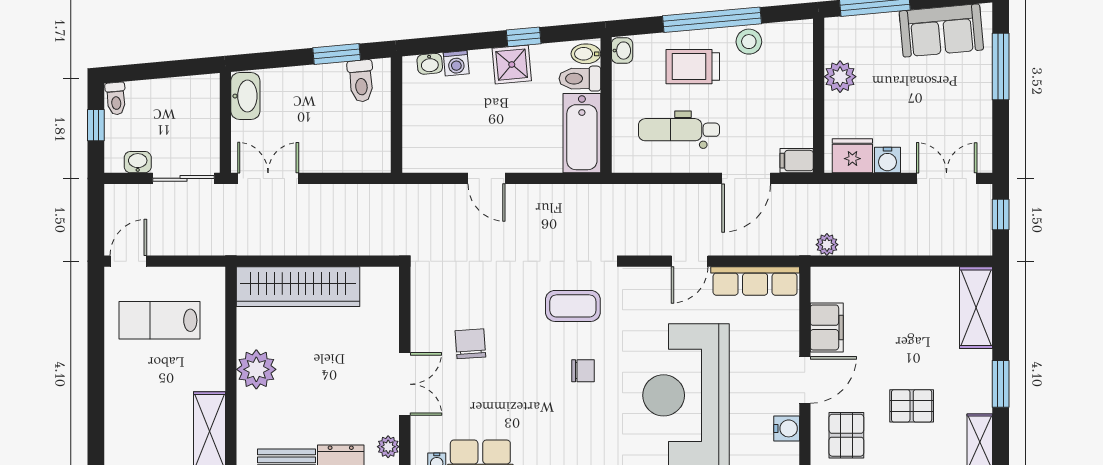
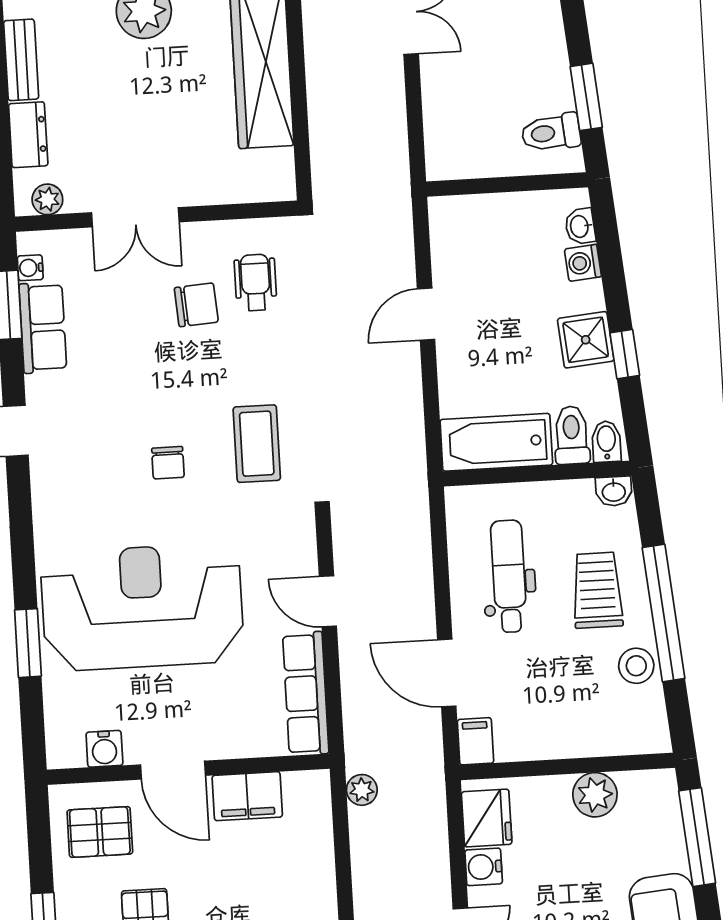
wheelchair: (457, 300) -> (255, 283), added

